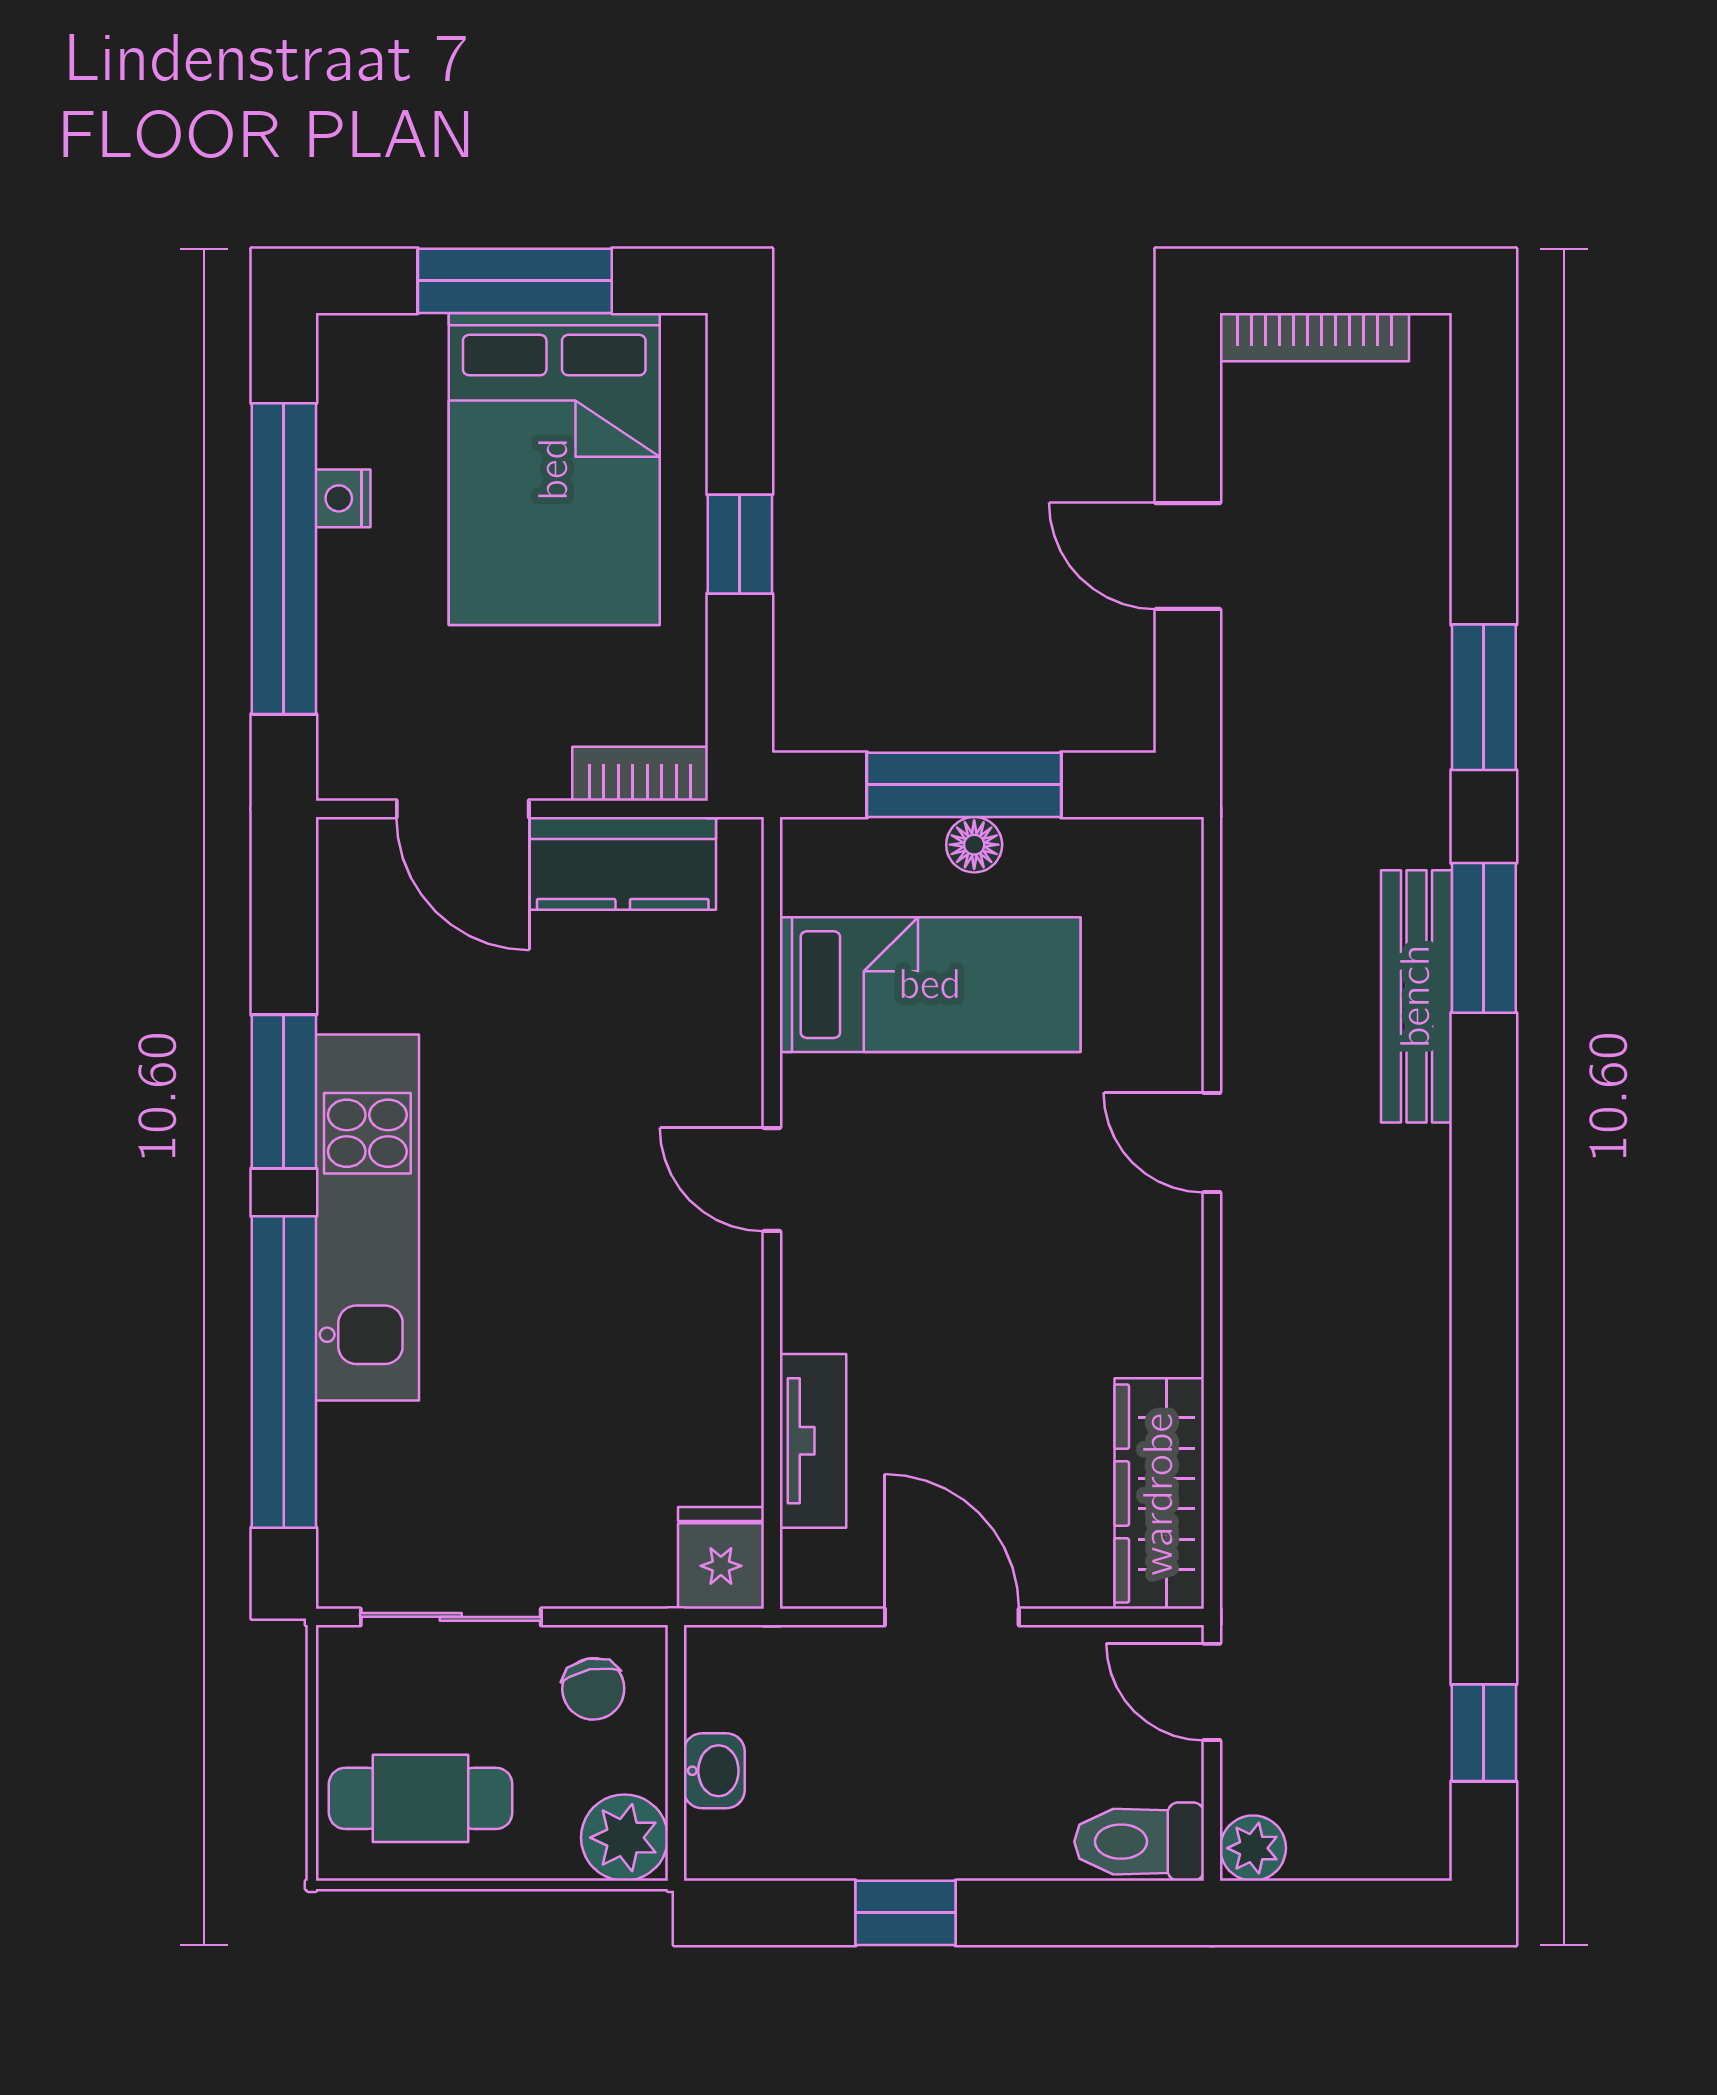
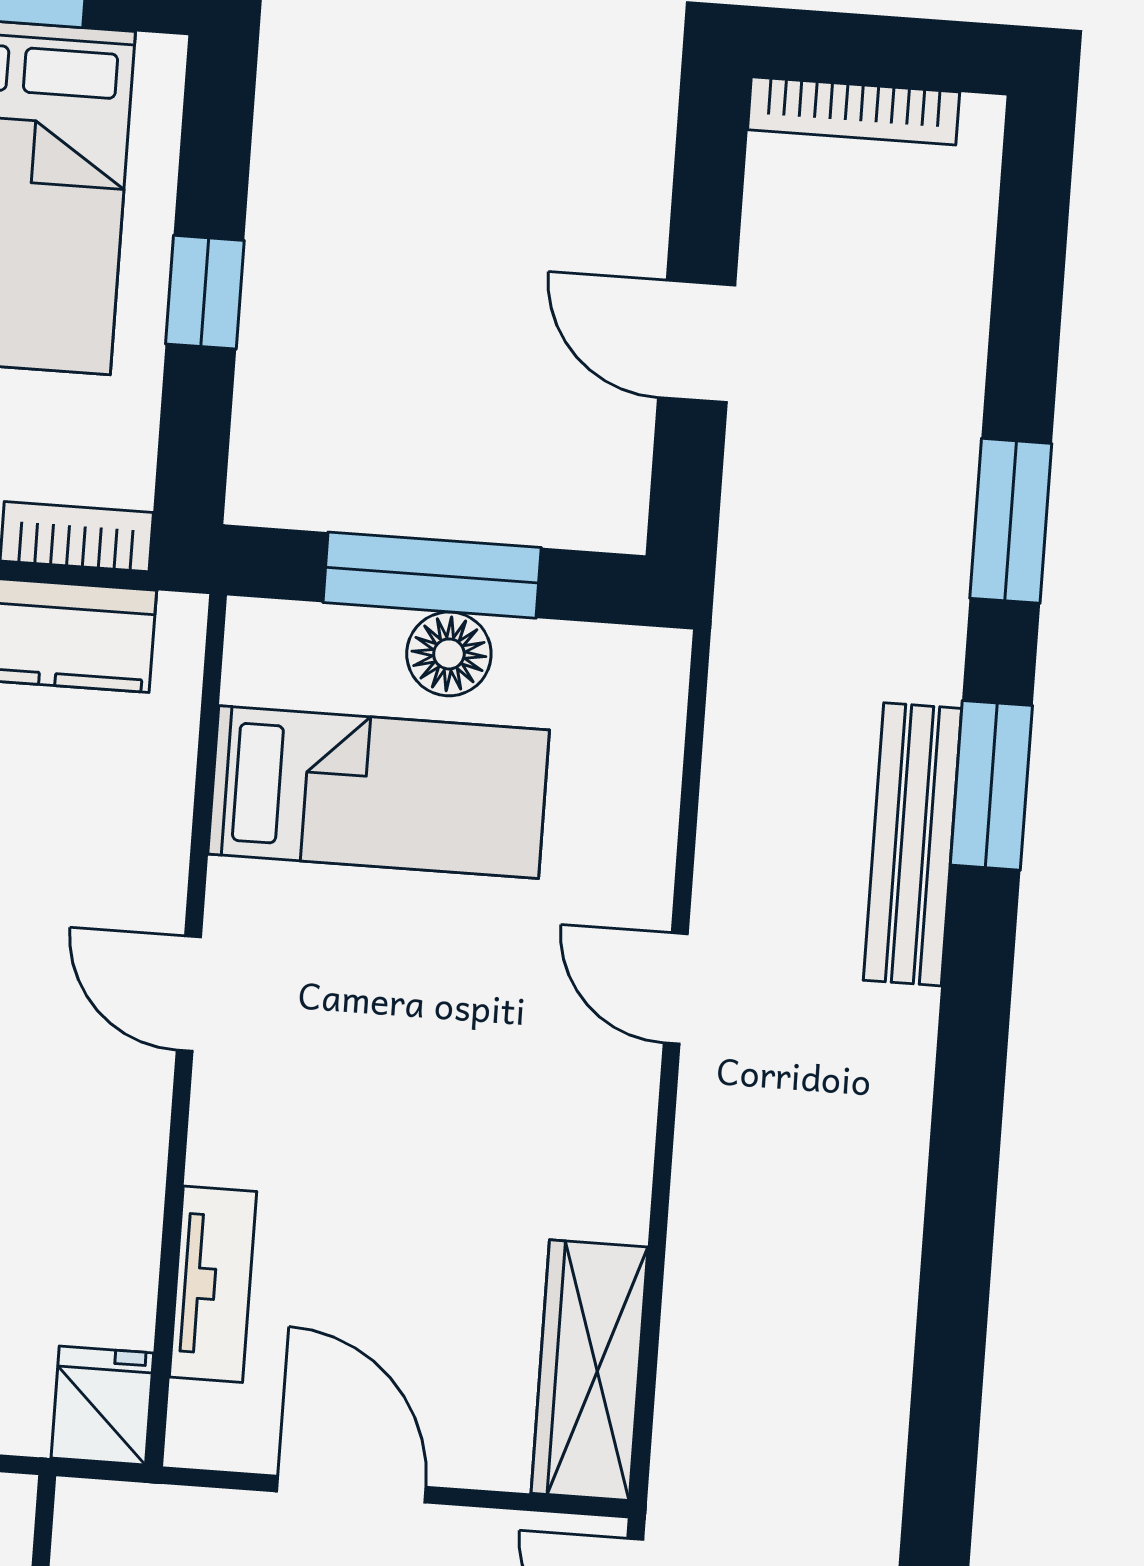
floor lamp: (974, 845) -> (449, 654), width x1.37, depth x1.37

